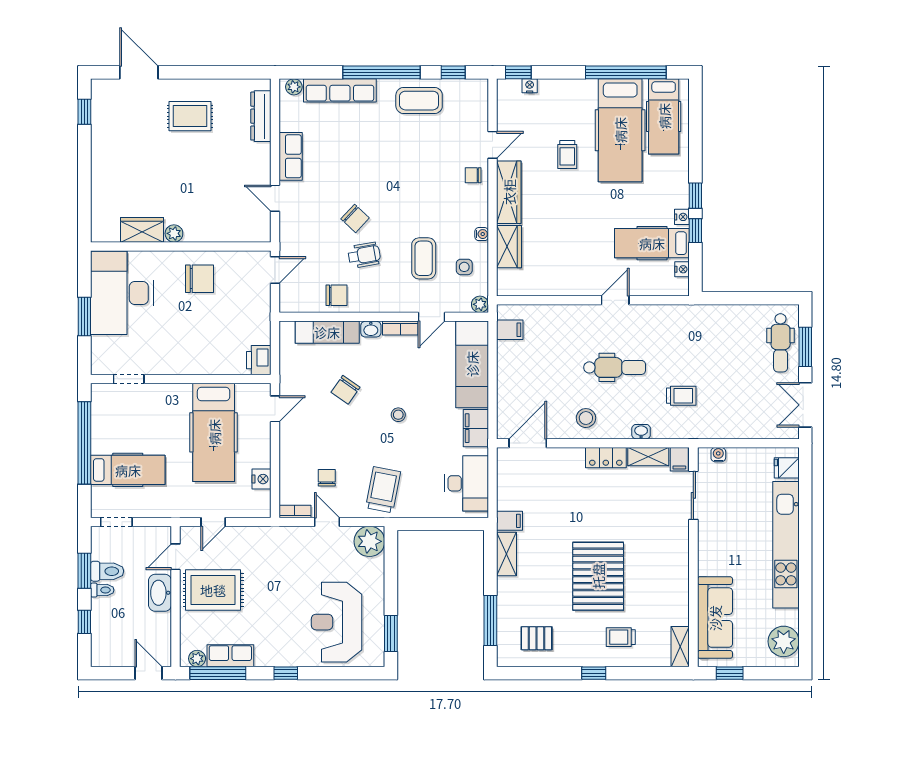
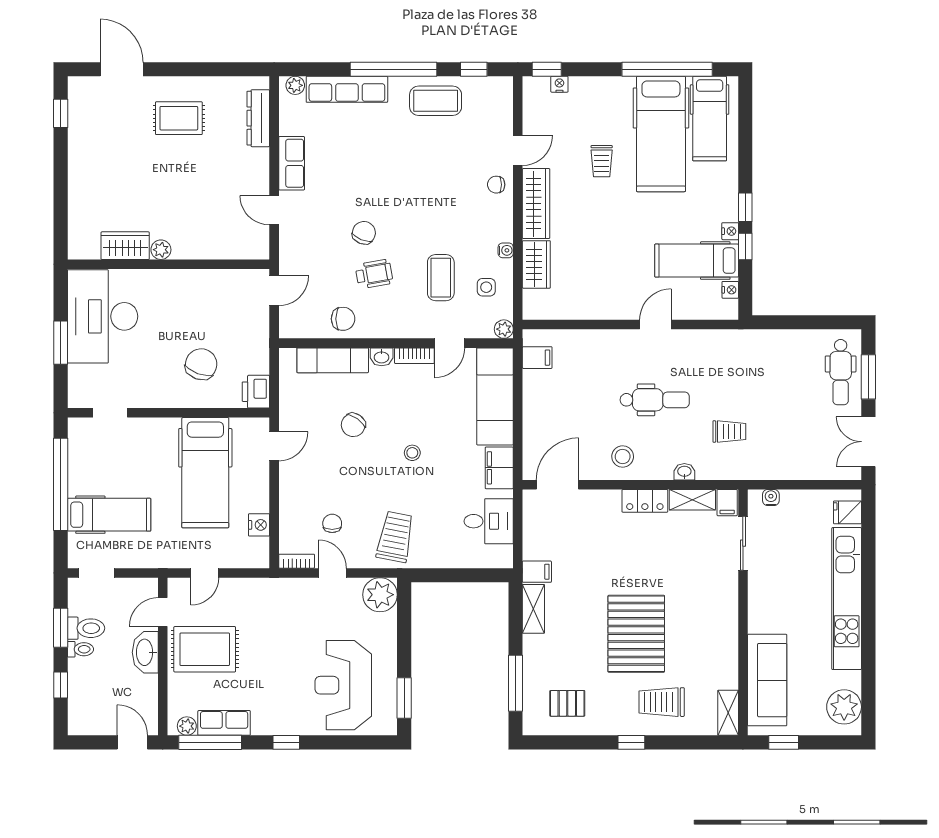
chair: (355, 218) -> (364, 233), turned -111
chair: (200, 279) -> (201, 364), moved, turned -70
desk: (466, 483) -> (489, 521), width x0.73
trolley: (621, 637) -> (662, 702), width x1.36, depth x1.39

